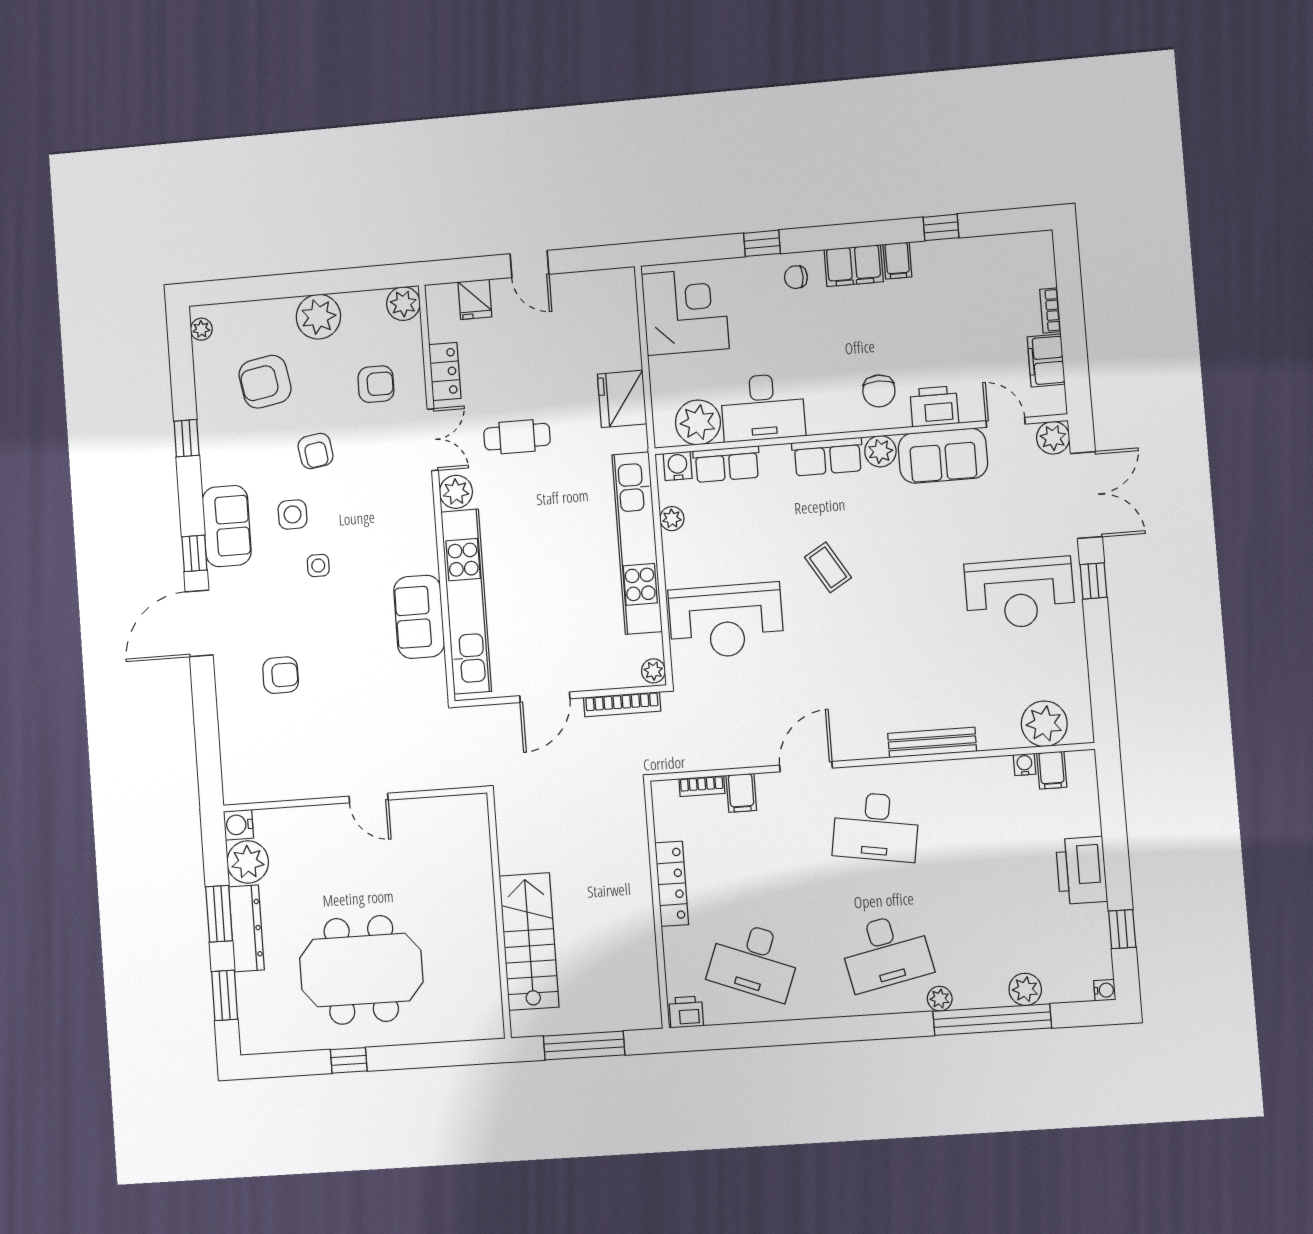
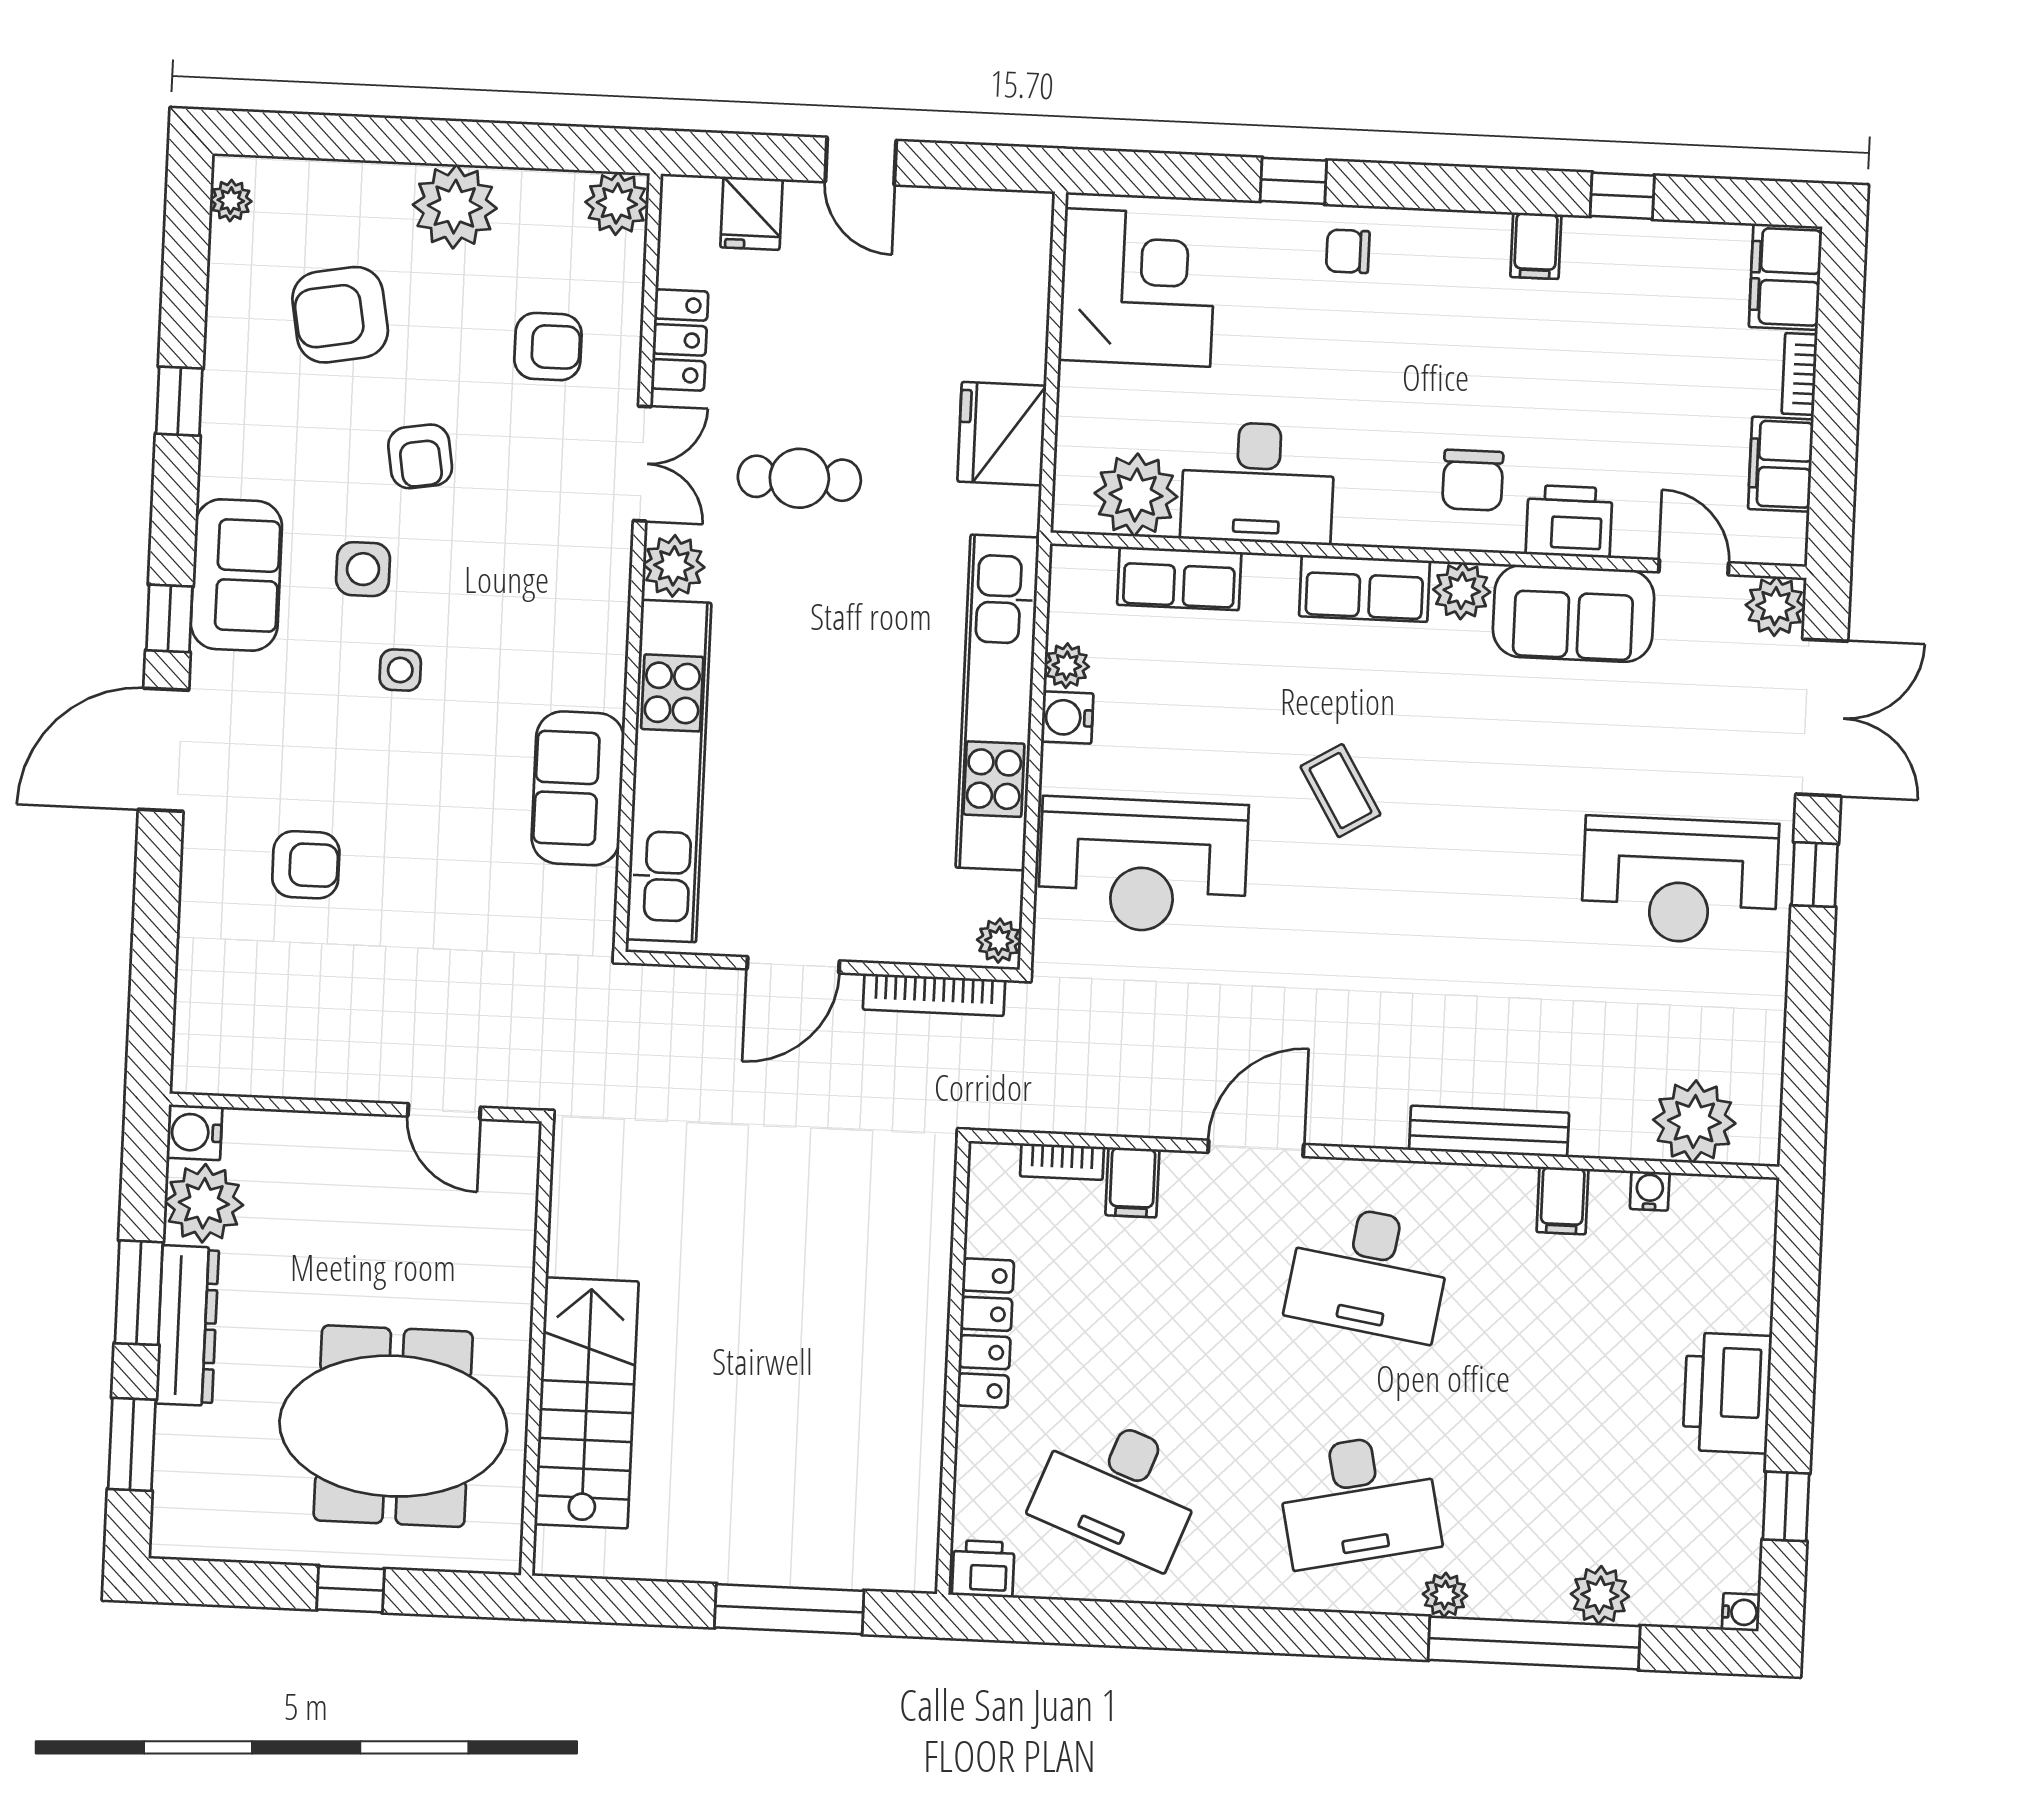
filing cabinet: (854, 266) -> (1786, 277), moved, turned 90
water cooler: (678, 466) -> (1067, 717), moved, turned -90
filing cabinet: (1052, 770) -> (1563, 1201), moved
wall: (499, 915) -> (537, 1349), moved
stairs: (529, 941) -> (587, 1403), moved

